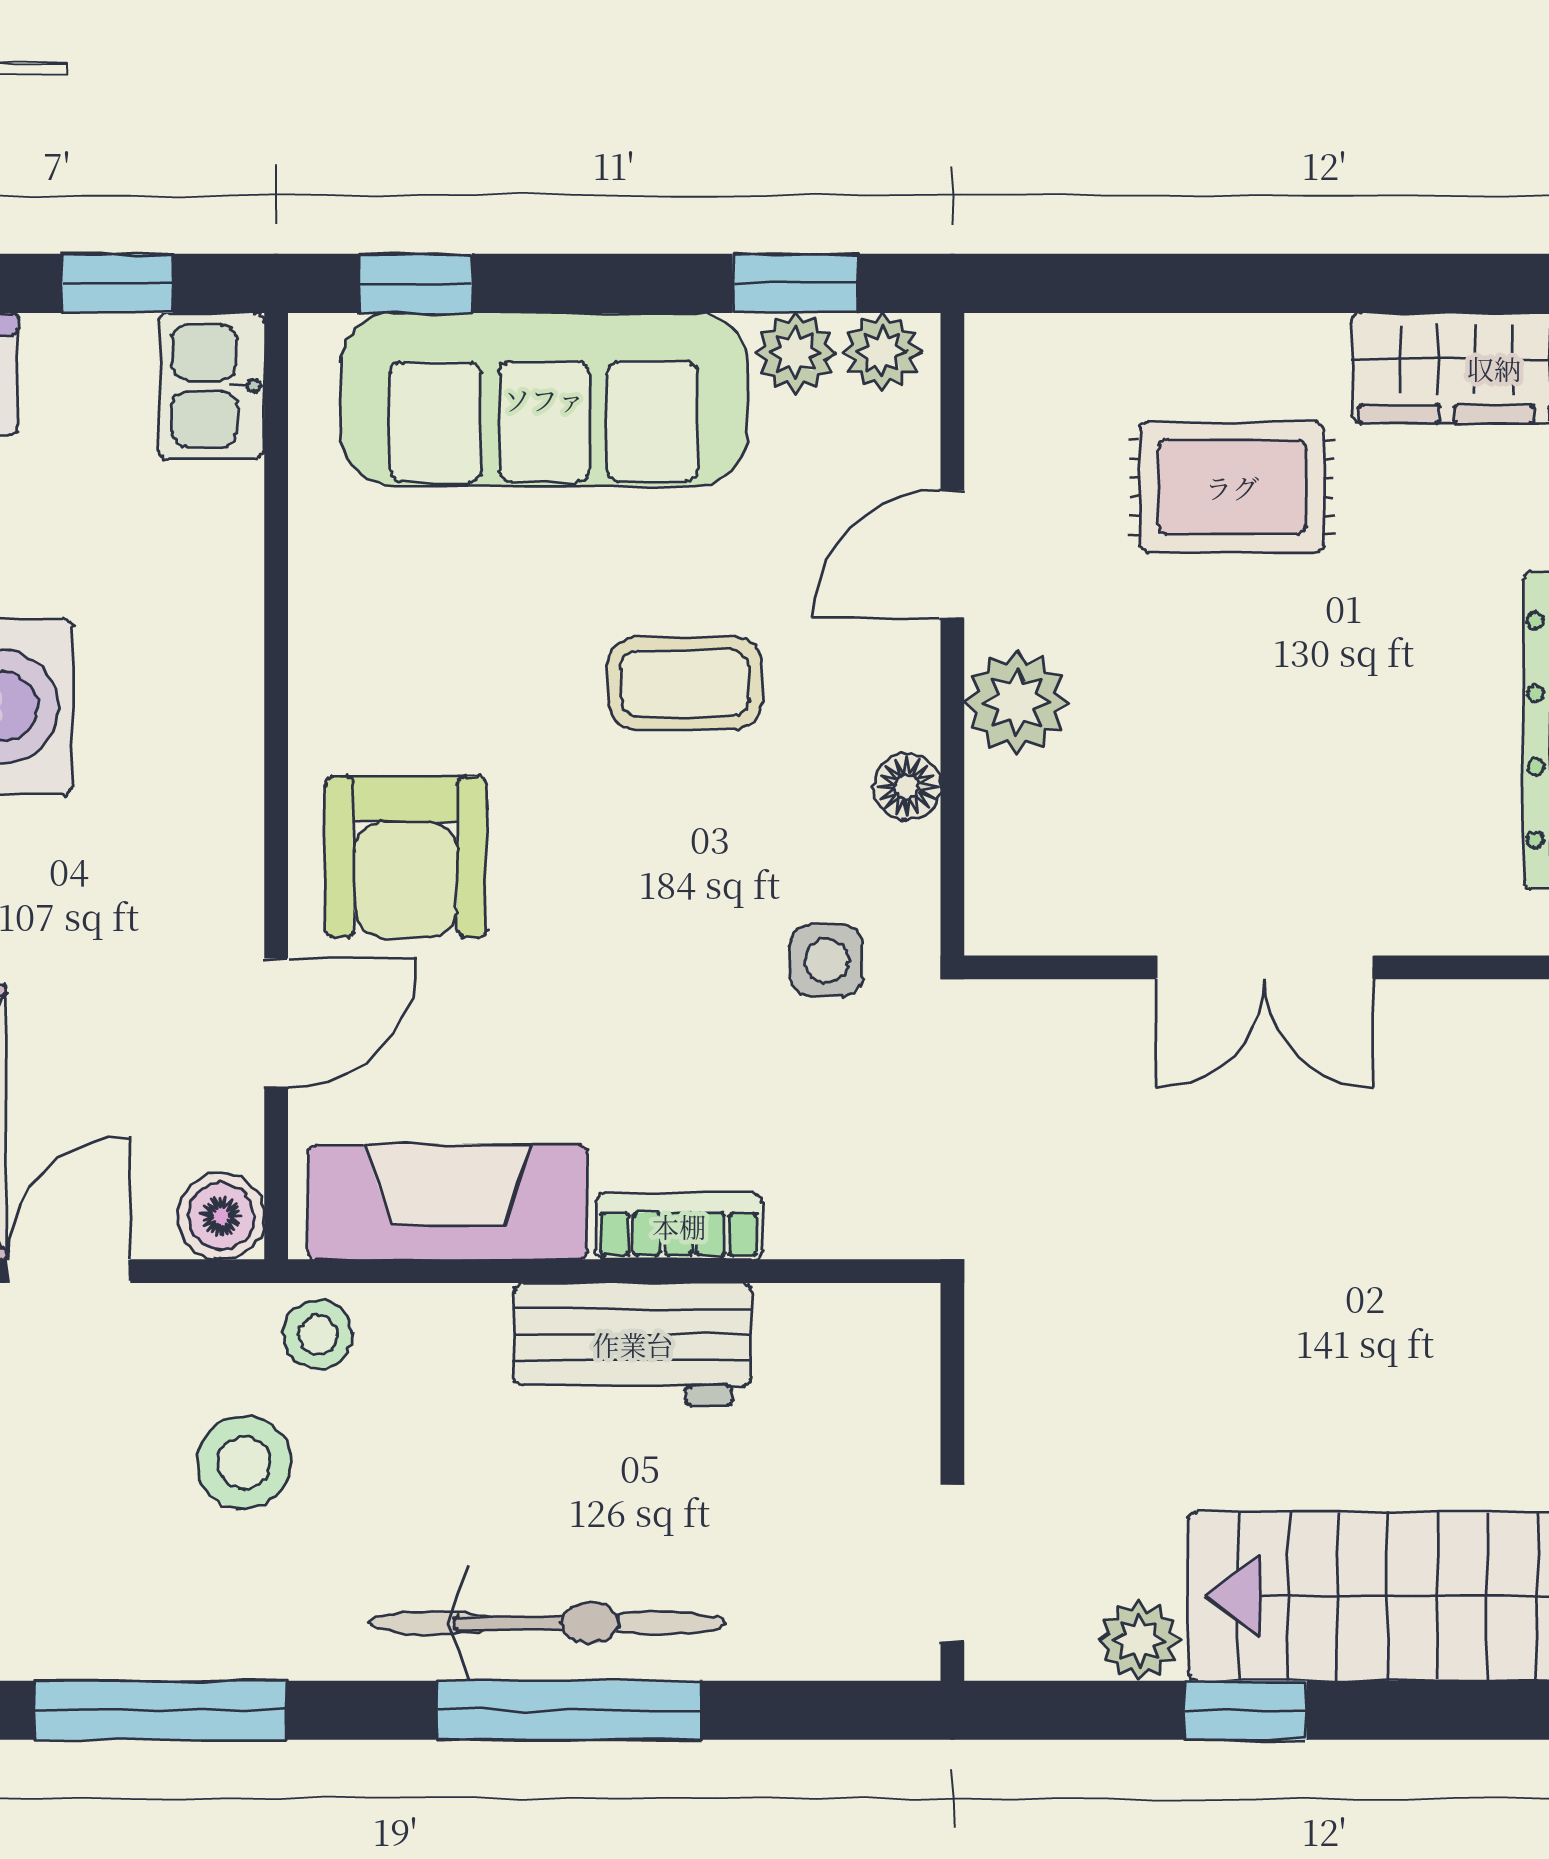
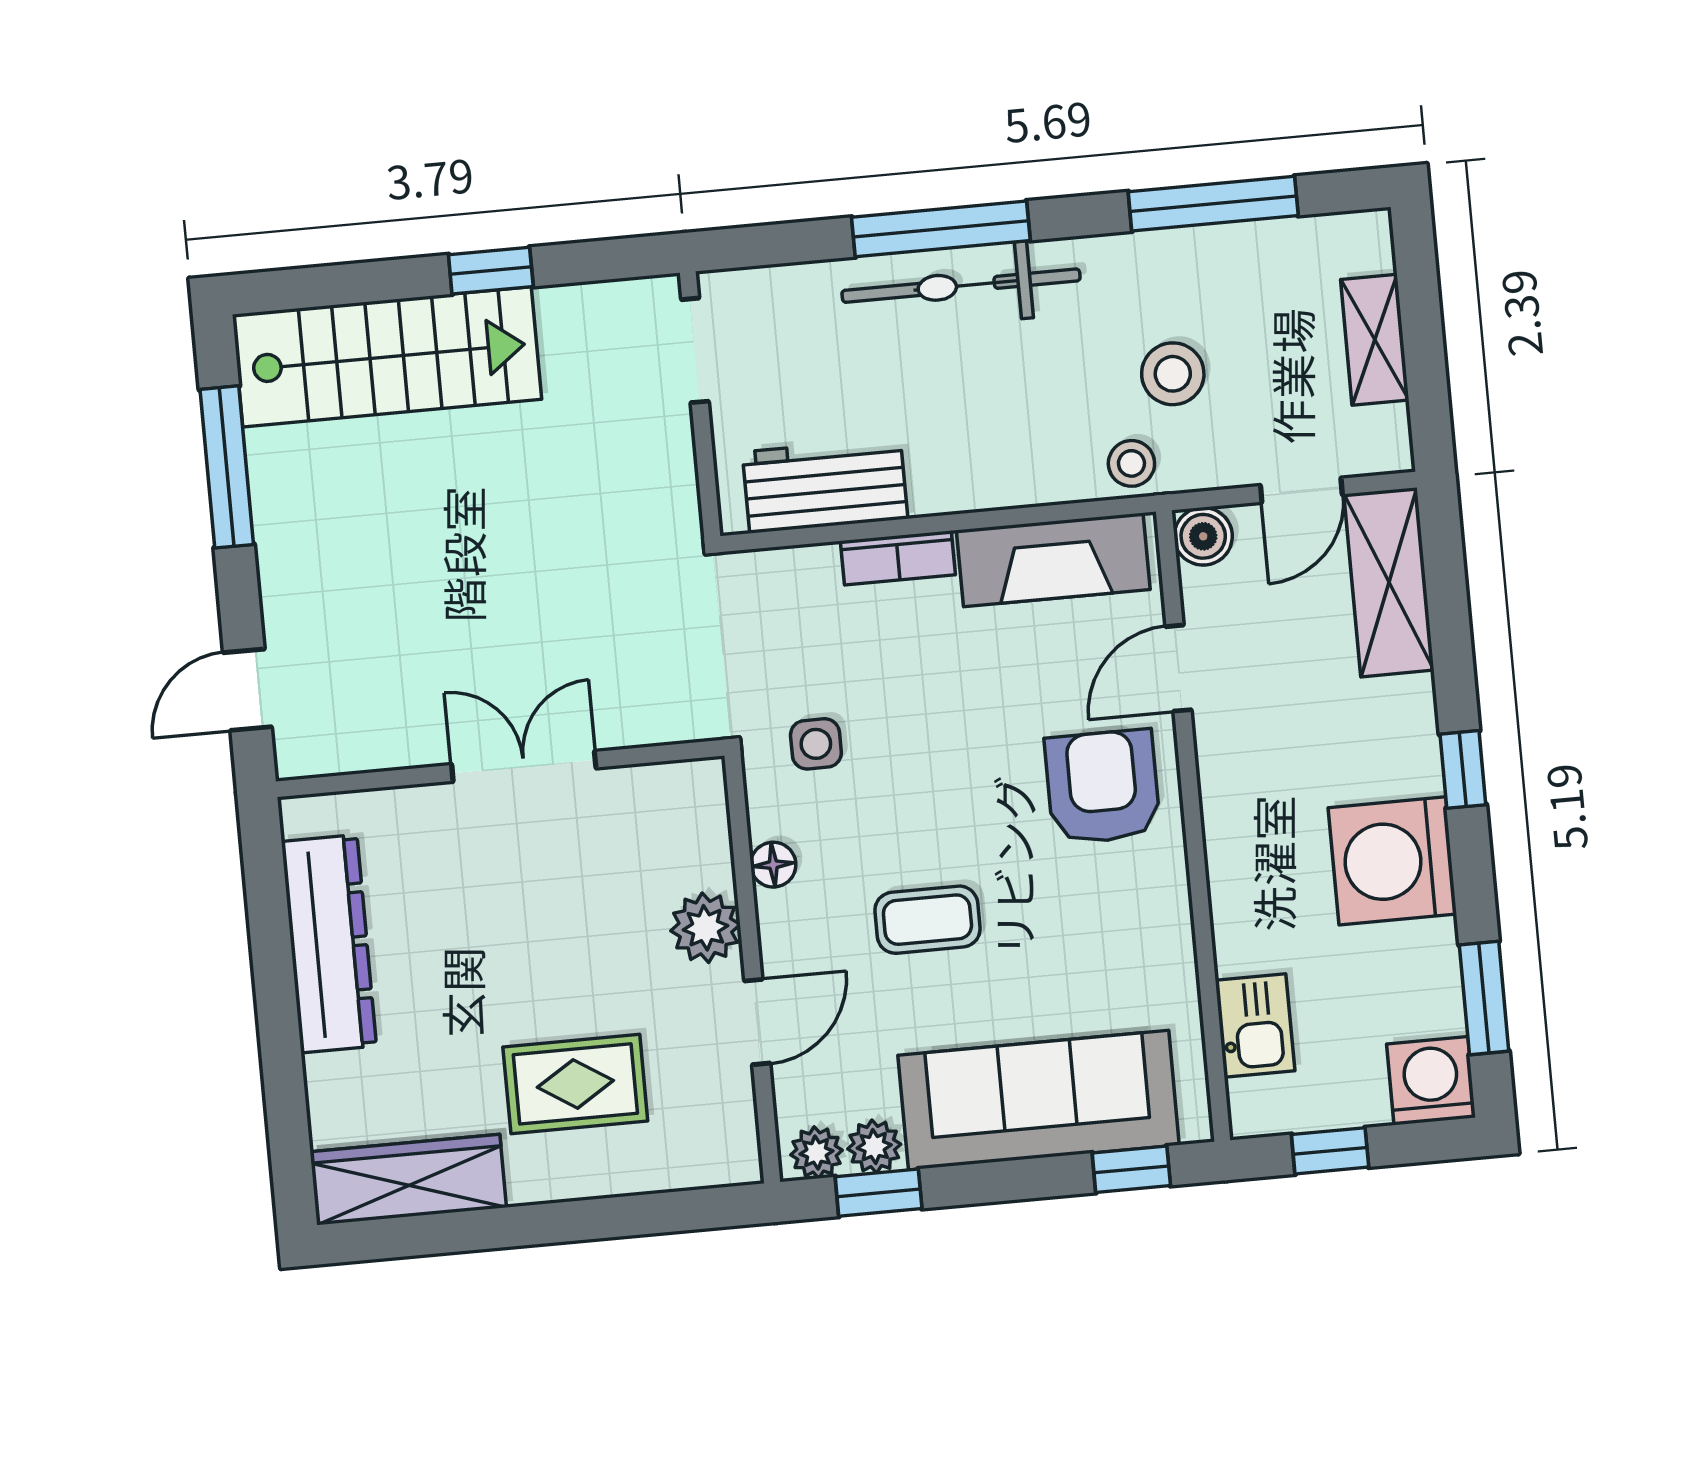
kitchen sink: (212, 386) -> (1255, 1026), moved
workbench: (633, 1344) -> (825, 485), moved
plant: (1139, 1640) -> (566, 311), removed

